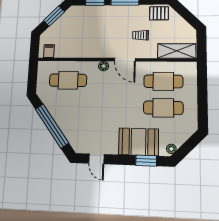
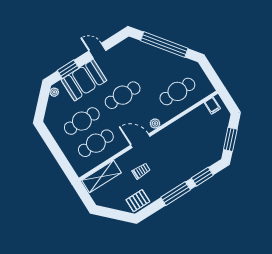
cafe table: (114, 107) -> (123, 95), added
door: (96, 159) -> (97, 51), moved

